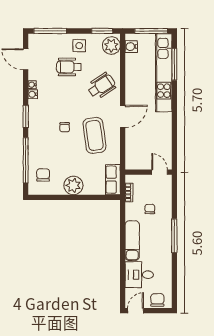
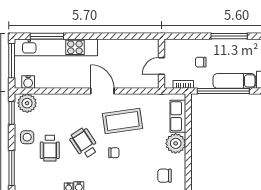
wheelchair: (102, 86) -> (84, 143), moved
door: (160, 172) -> (162, 66), moved
row of seats: (113, 180) -> (178, 116), moved, turned 90
window: (123, 230) -> (223, 91), added

